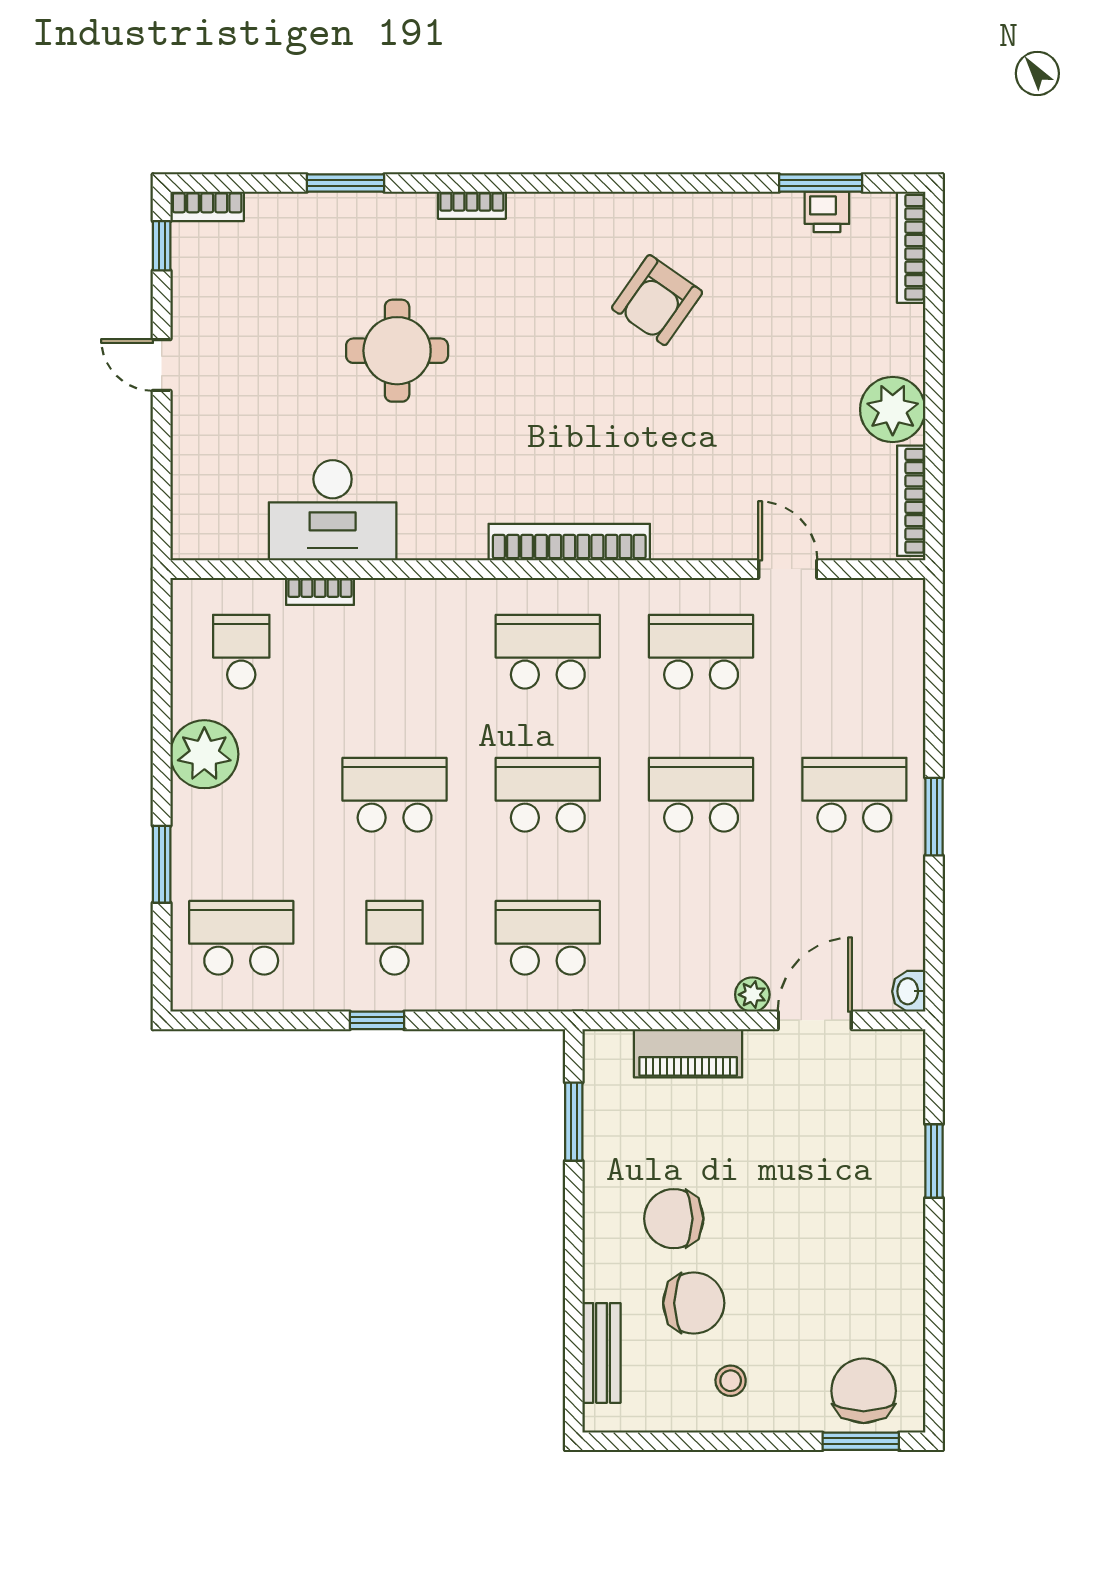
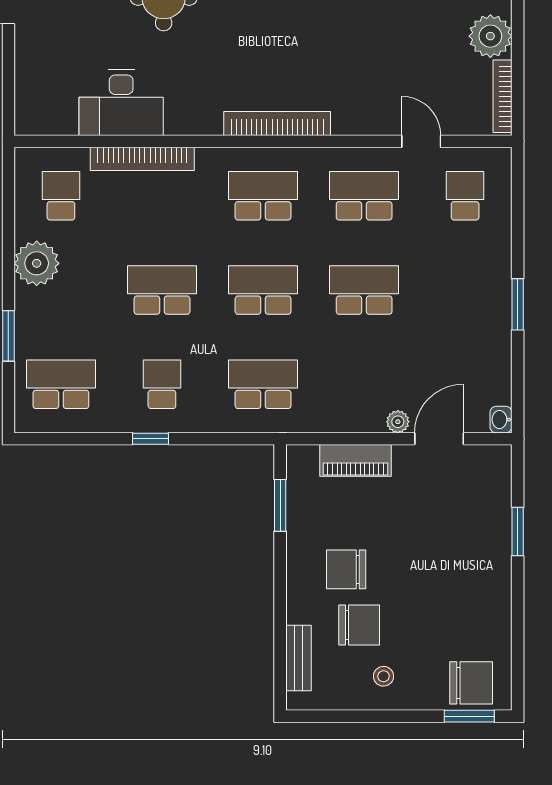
bookcase: (320, 591) -> (142, 159), width x2.31, depth x1.31
school desk: (854, 795) -> (465, 196), moved, width x0.54
chair: (864, 1391) -> (471, 683), turned 90

